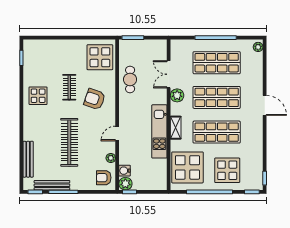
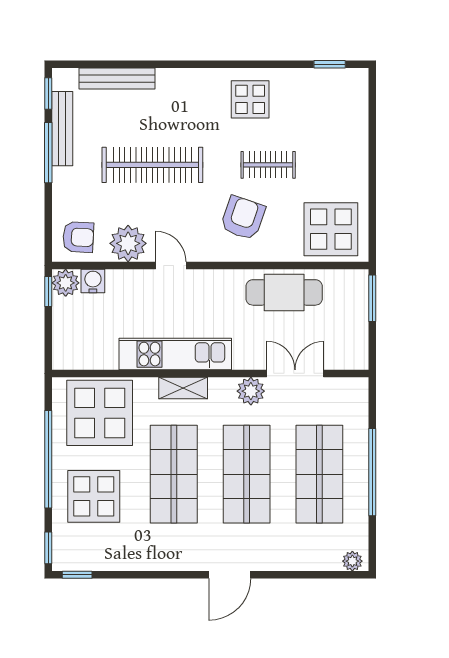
cafe table: (130, 79) -> (284, 292), width x1.37, depth x1.35
plant: (111, 158) -> (128, 243), width x1.88, depth x1.88
armchair: (104, 178) -> (78, 237), turned 93

